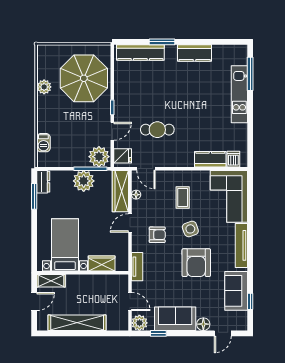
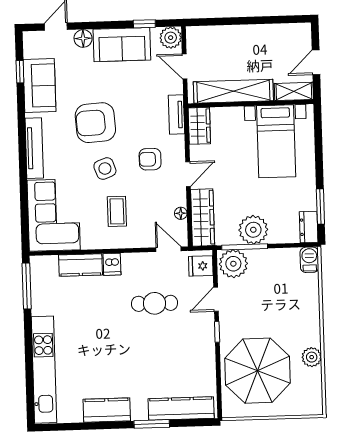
window: (250, 74) -> (27, 286), moved
kitchen unit: (239, 94) -> (44, 370), width x1.36
barbecue: (43, 143) -> (309, 260), moved
dishwasher: (233, 159) -> (112, 264), moved
wardrobe: (102, 263) -> (199, 126), moved, turned -90
armchair: (196, 263) -> (95, 123), turned -93
shelving: (77, 323) -> (233, 91), moved

